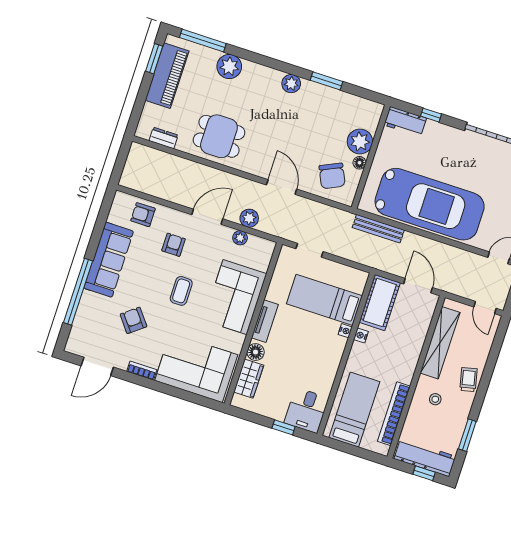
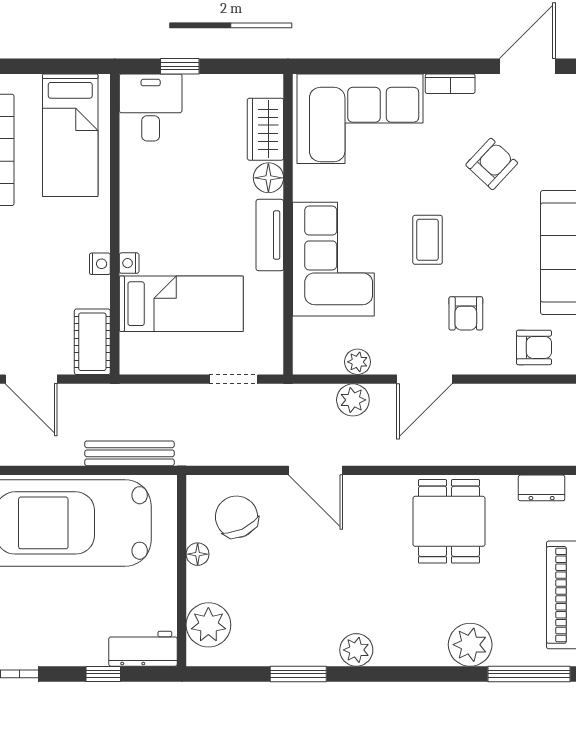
dining table: (219, 136) -> (449, 521), turned 90
plant: (360, 142) -> (208, 625), moved
cot: (380, 303) -> (92, 342), width x0.73, depth x0.75
armchair: (133, 320) -> (492, 164), turned -99

